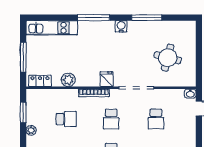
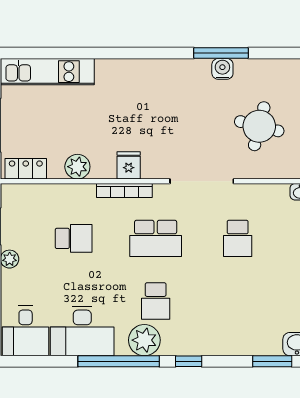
window: (93, 18) -> (123, 53), removed
water cooler: (121, 26) -> (222, 69), moved
fridge: (107, 79) -> (129, 165), moved
school desk: (111, 119) -> (156, 238), width x1.85

